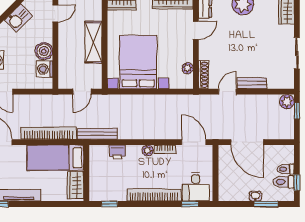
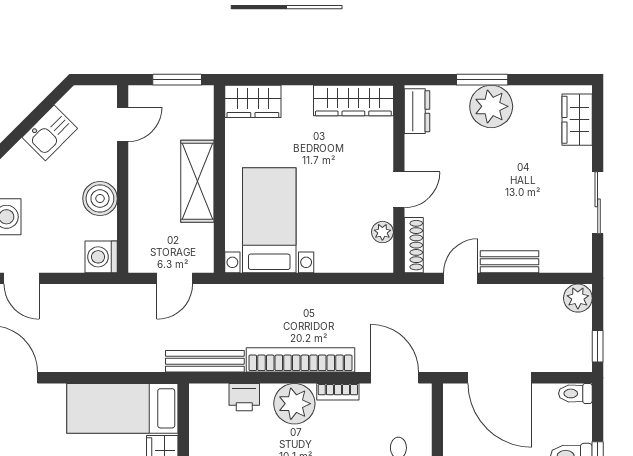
door: (196, 30) -> (399, 190), moved
bed with nightstands: (138, 62) -> (269, 220), width x0.73
washing machine: (45, 69) -> (101, 257), moved
window: (297, 111) -> (598, 346), moved
bookcase: (49, 133) -> (301, 360), moved
plant: (148, 151) -> (294, 404), width x1.87, depth x1.87
toilet: (286, 169) -> (575, 393), moved

